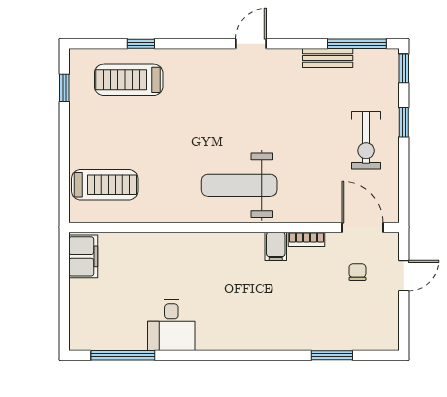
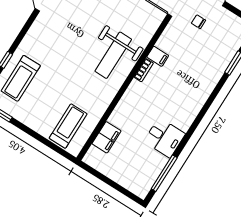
bookcase: (306, 239) -> (144, 70), moved
filing cabinet: (83, 256) -> (107, 137), moved, turned 90

